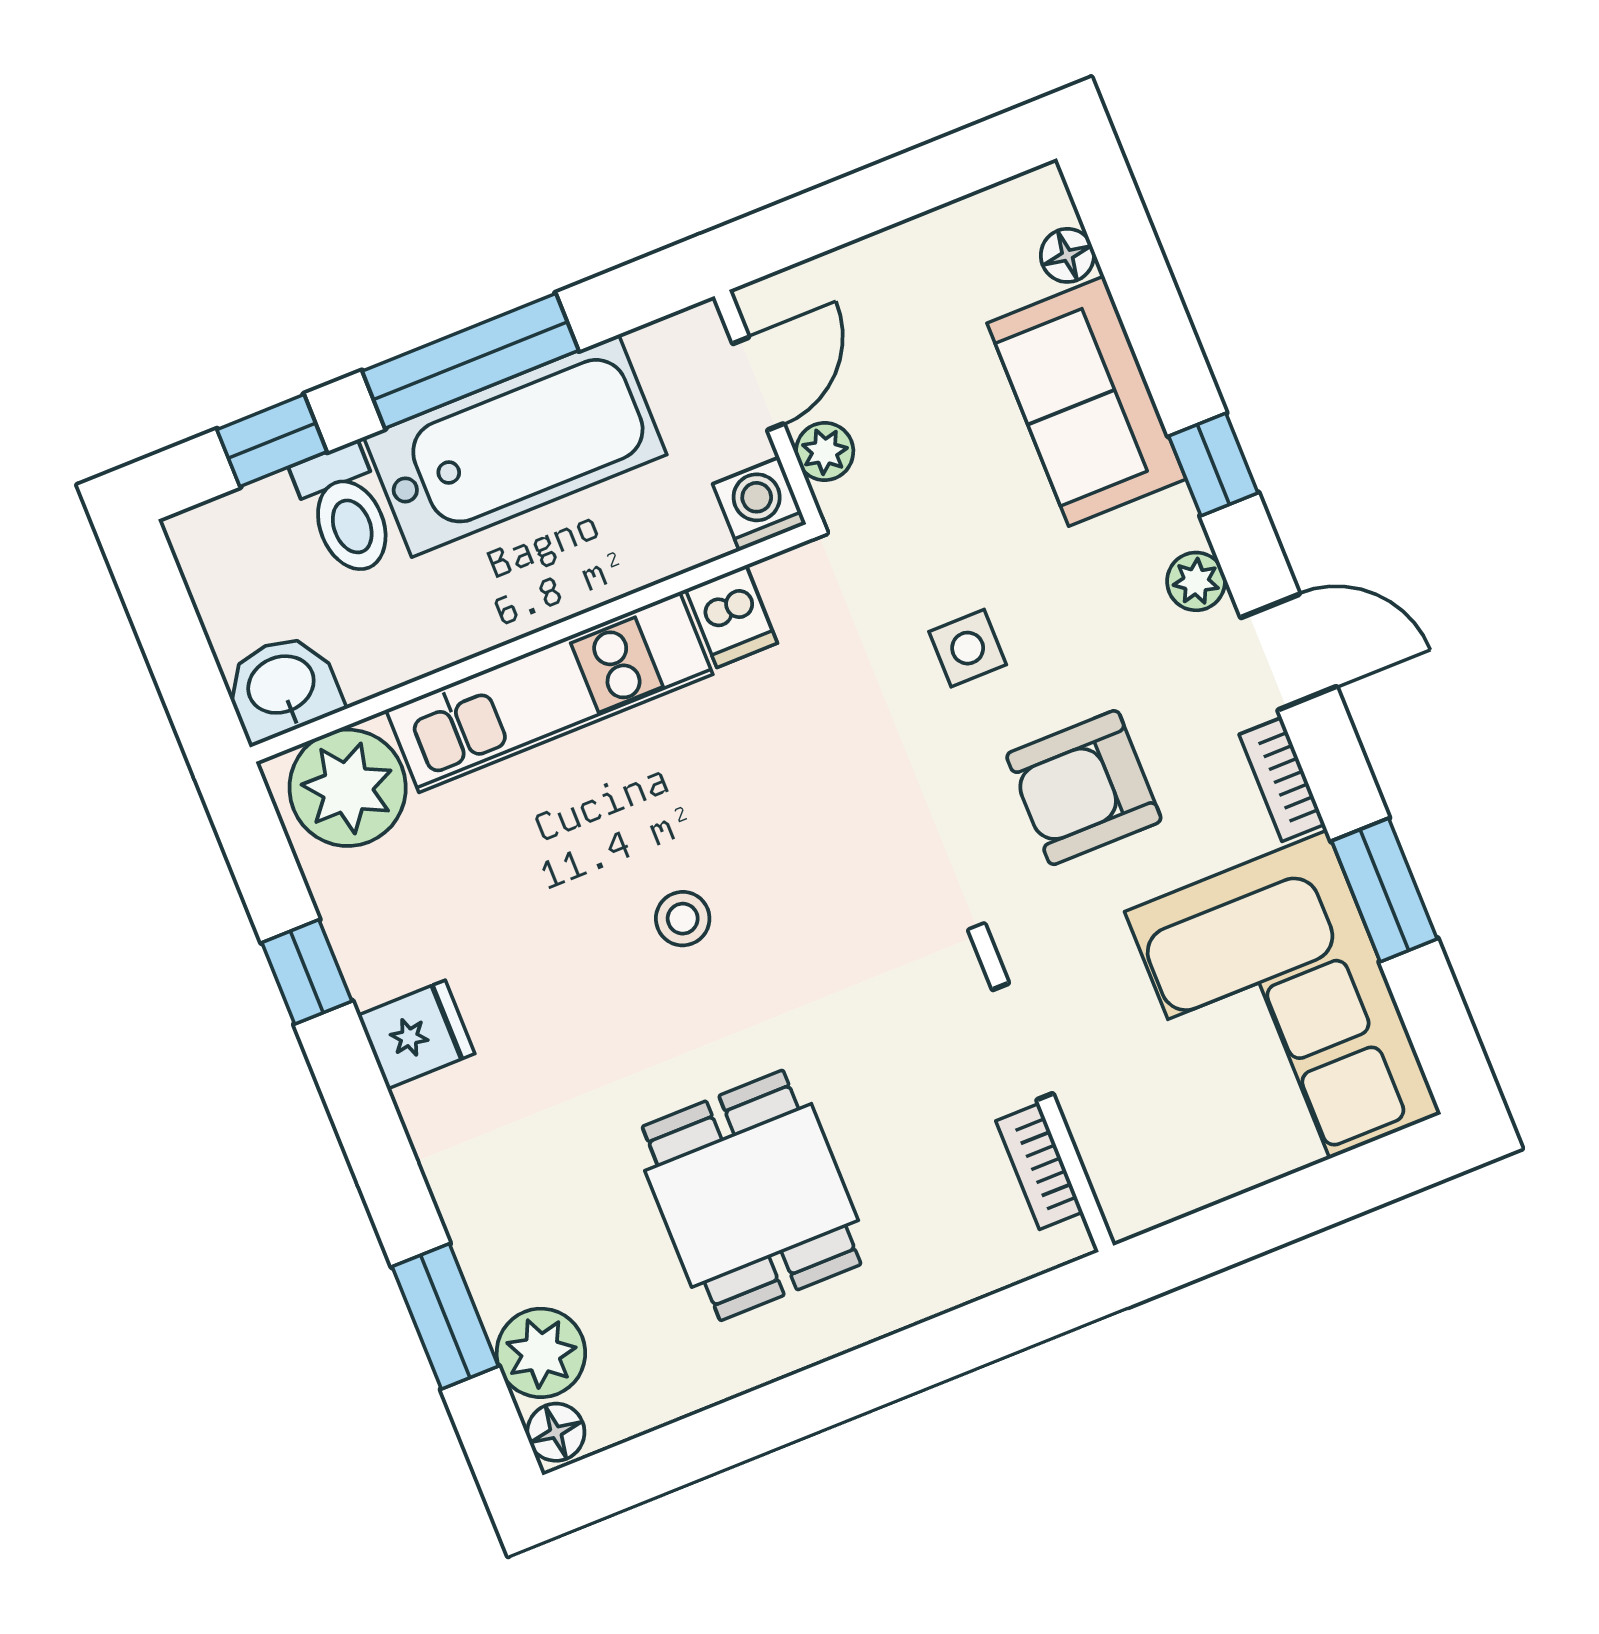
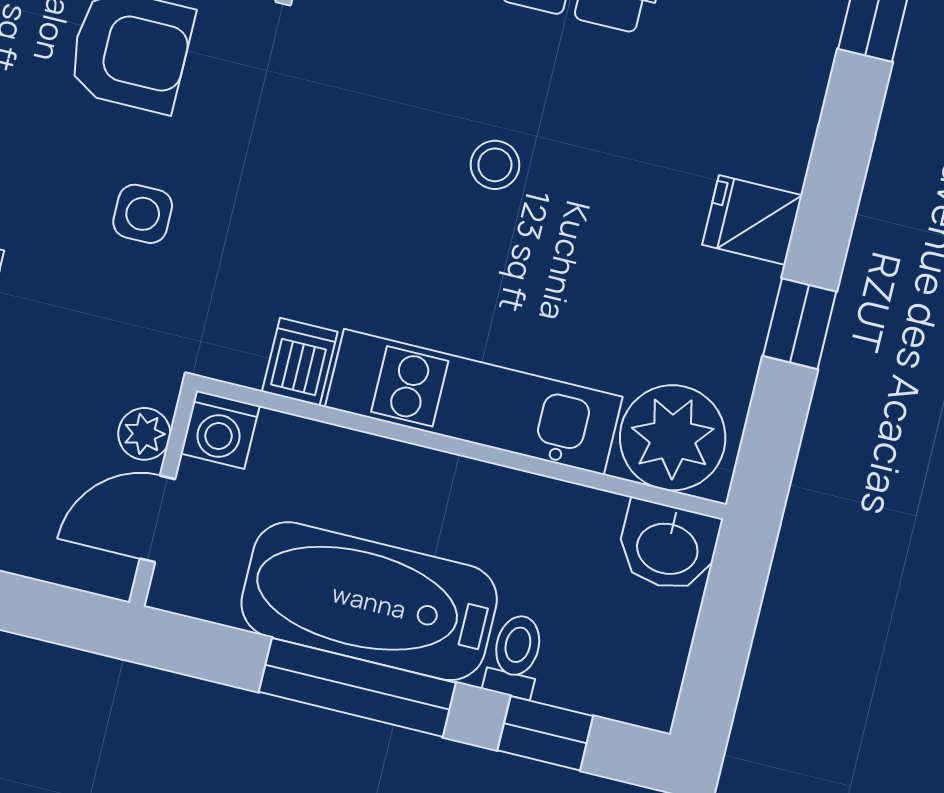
toilet: (346, 510) -> (515, 656), width x0.73, depth x0.72

